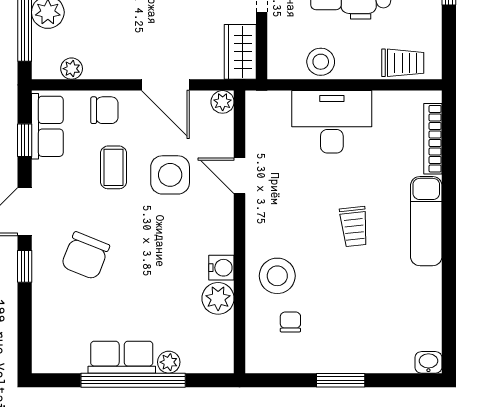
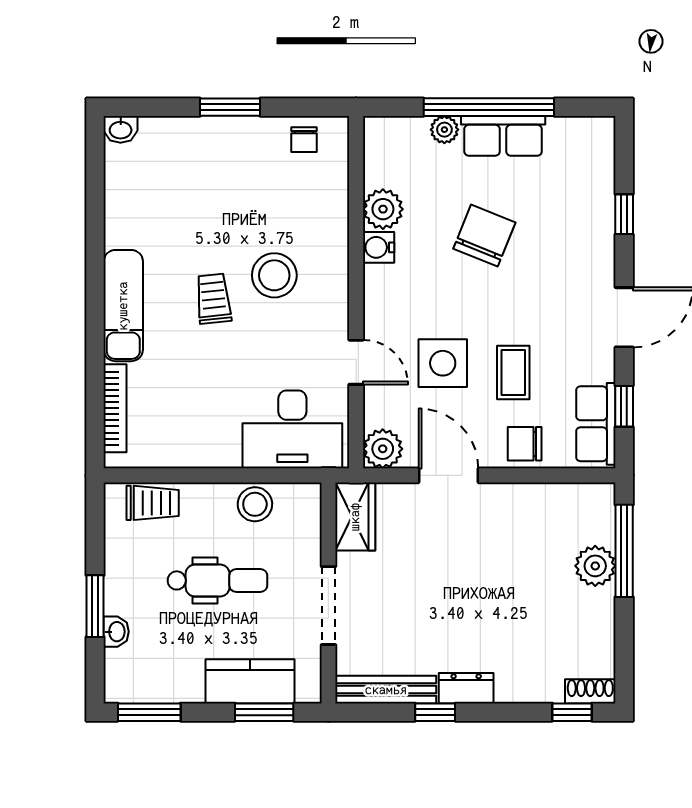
trolley: (403, 63) -> (153, 503), turned 180
plant: (72, 69) -> (566, 496), removed
plant: (223, 102) -> (383, 449), width x1.38, depth x1.38
desk: (332, 122) -> (292, 429), moved
chair: (85, 256) -> (484, 236), moved
window: (25, 266) -> (624, 214), moved
stool: (277, 276) -> (274, 275), moved
chair: (290, 322) -> (304, 140), moved

